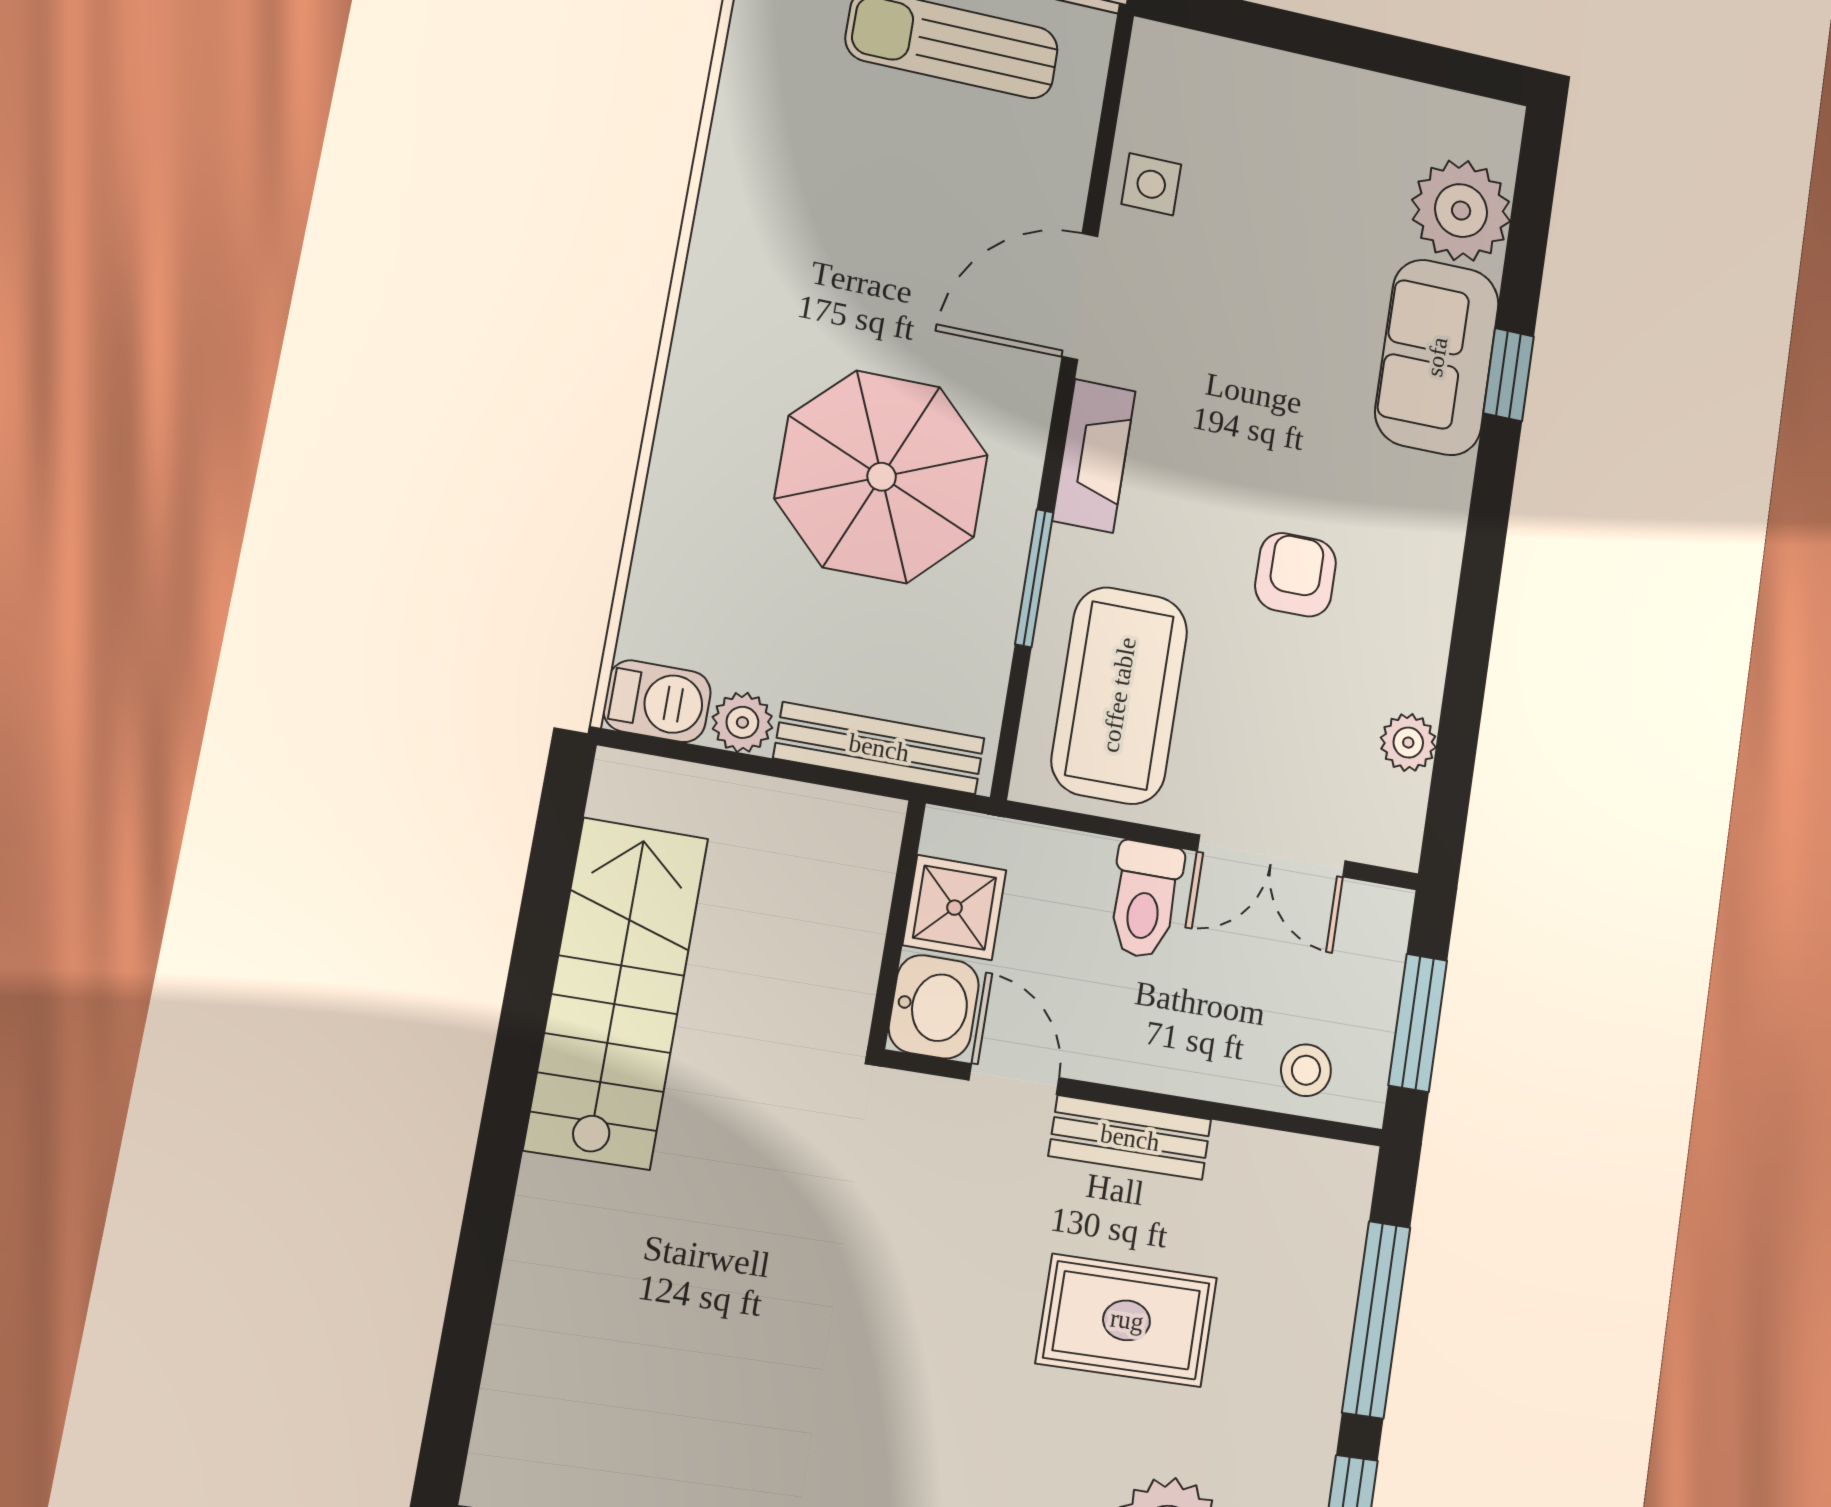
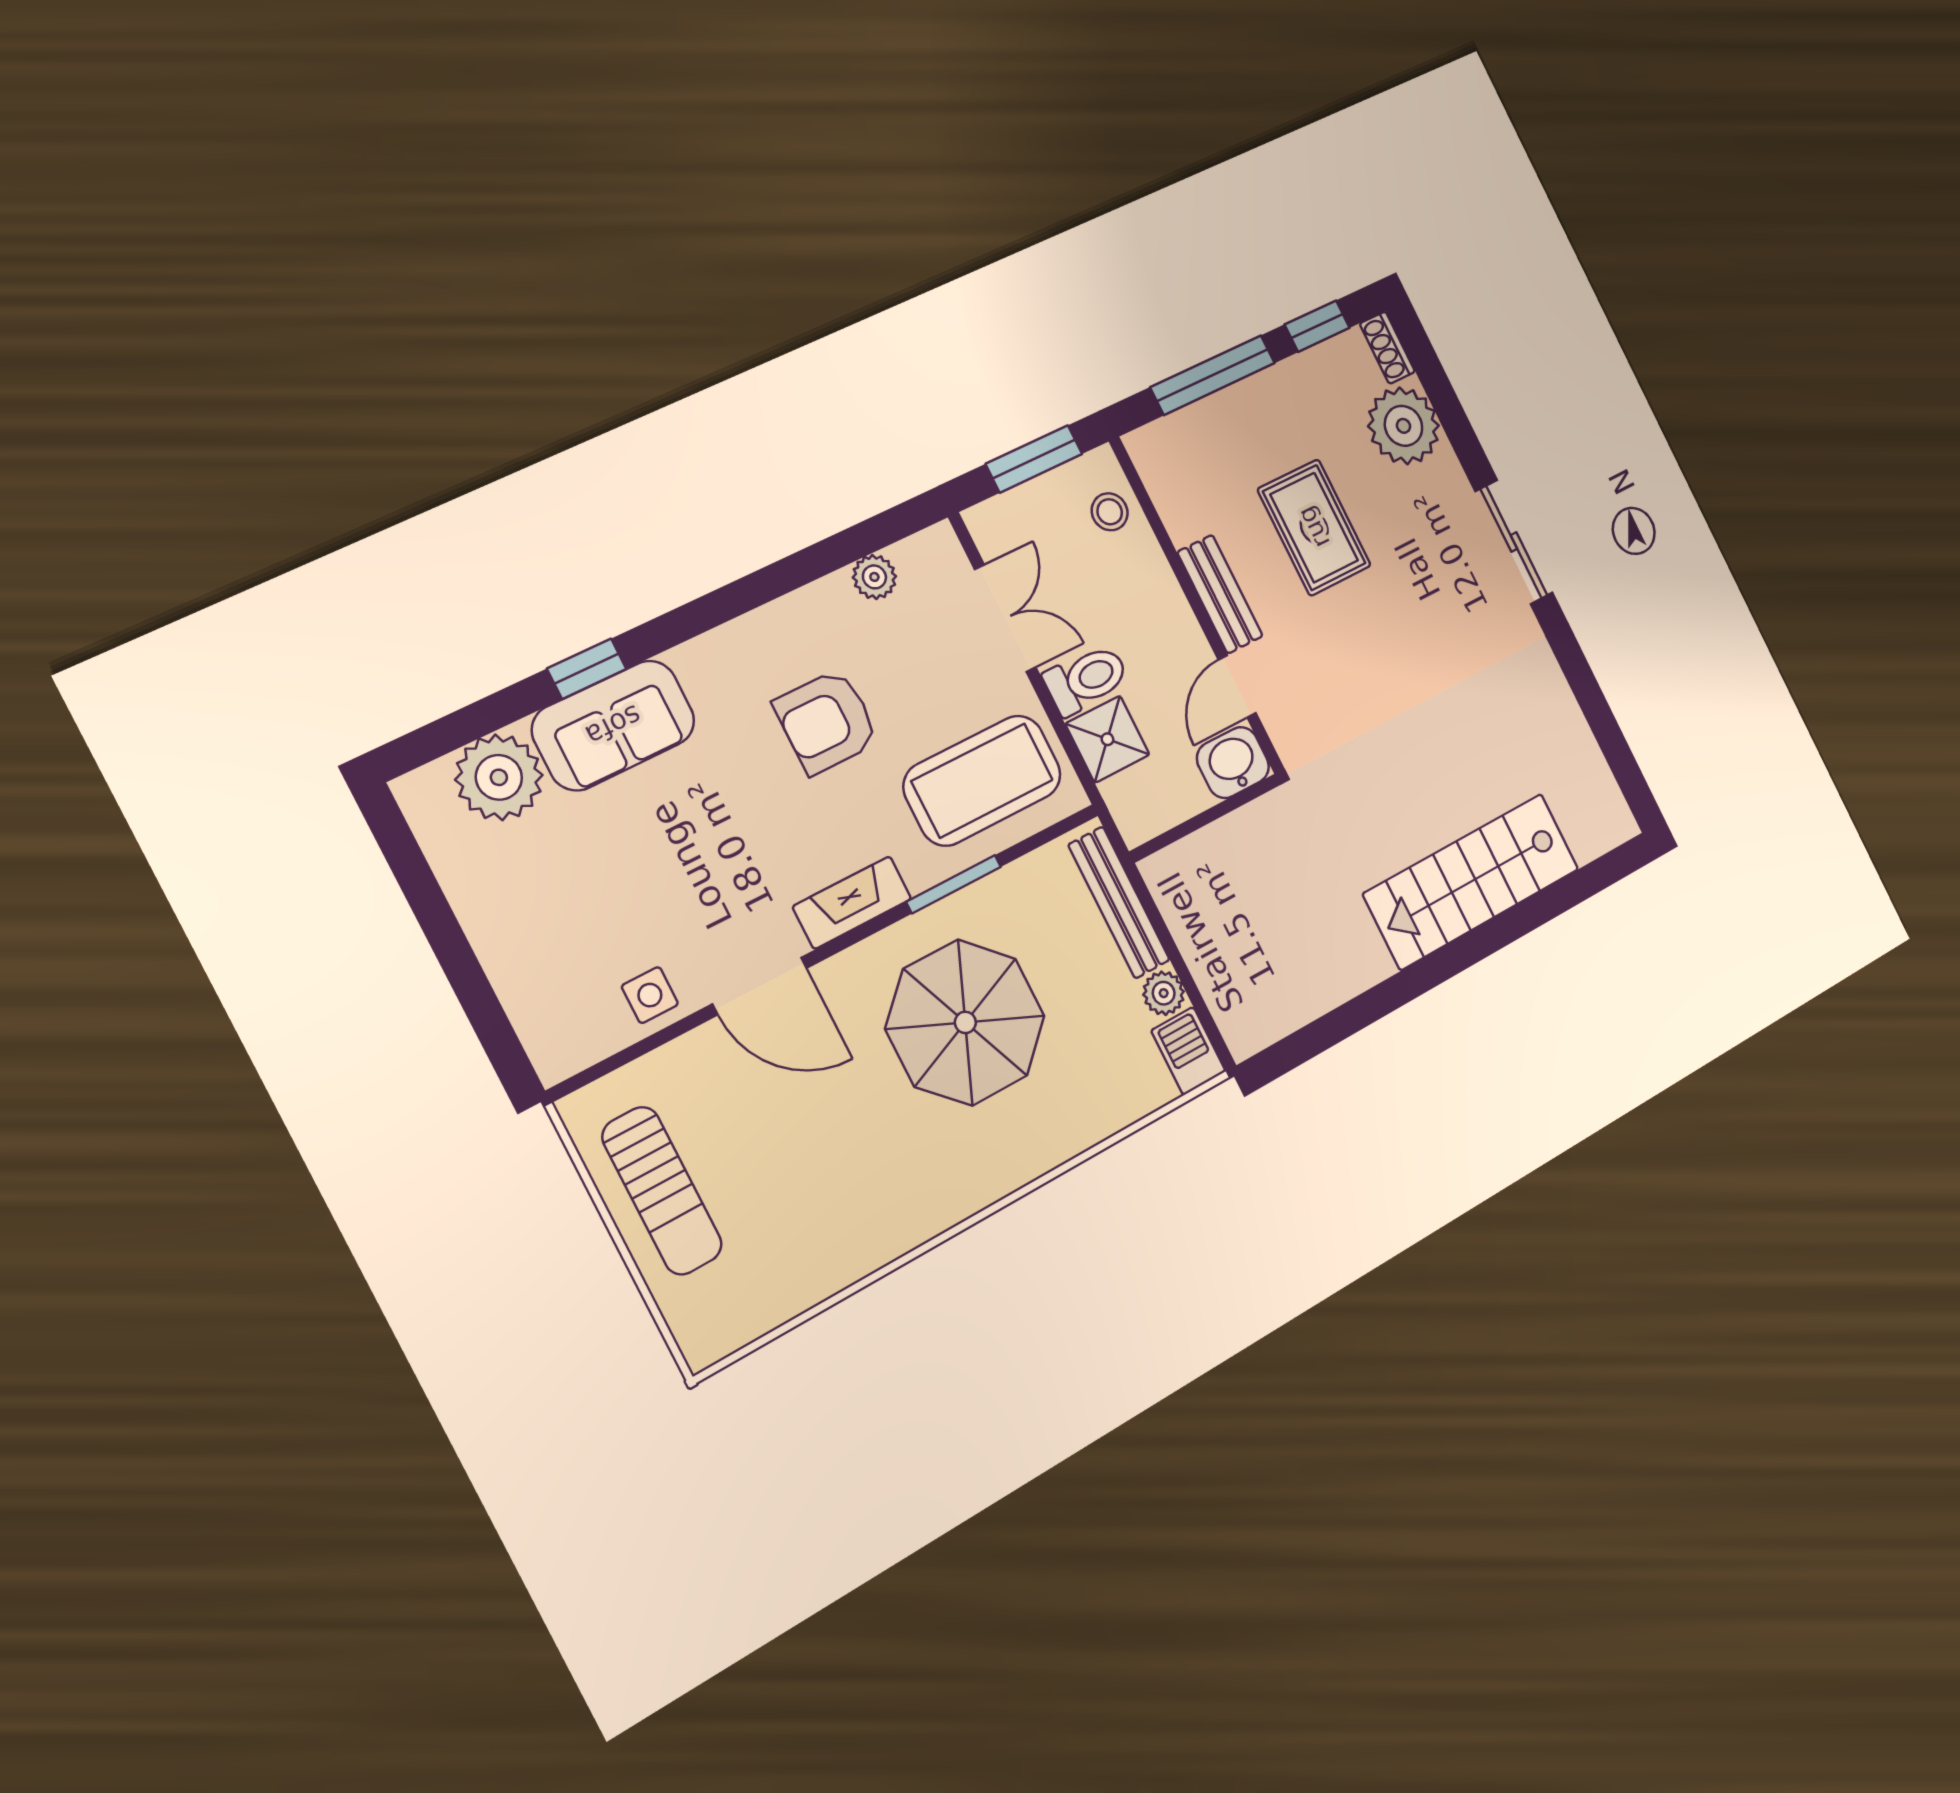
armchair: (1296, 575) -> (827, 722), width x1.38, depth x1.38
shower: (955, 908) -> (1107, 739), moved
stairs: (616, 993) -> (1472, 881), moved

